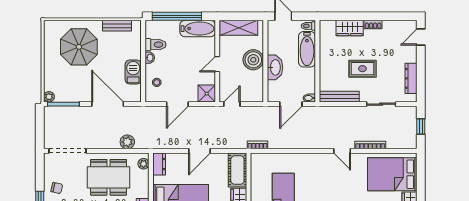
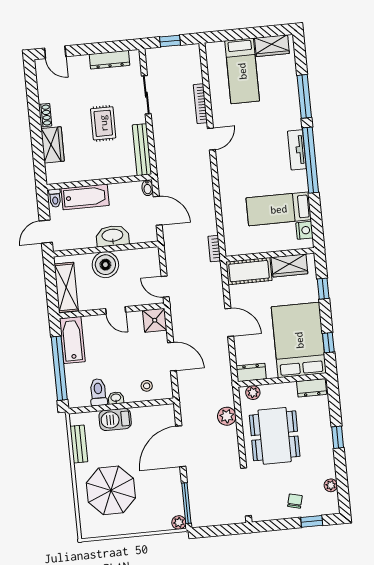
barbecue: (133, 72) -> (115, 419), moved
bed: (392, 174) -> (242, 71), width x0.67

